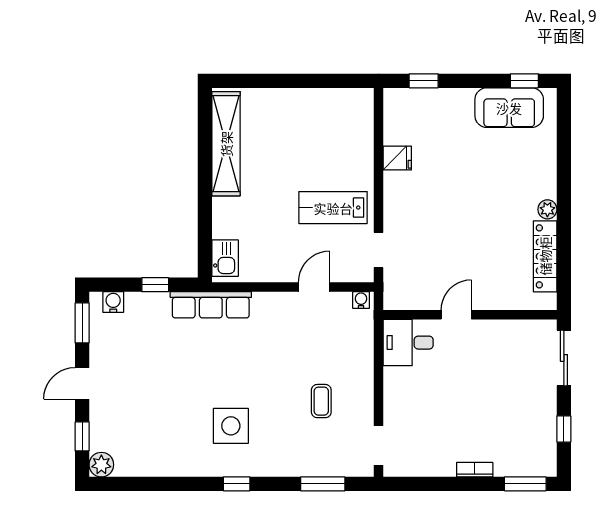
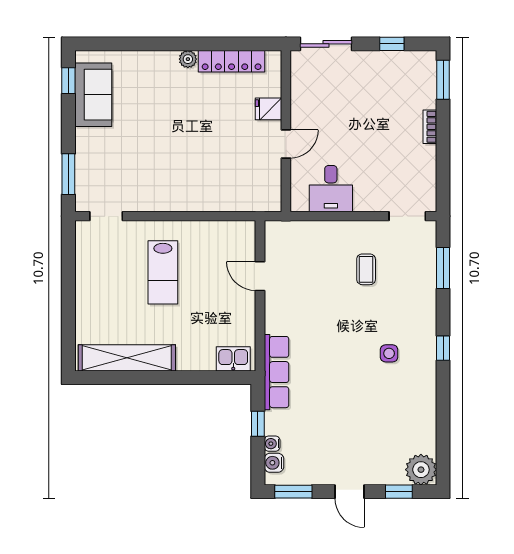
window: (424, 81) -> (68, 174), width x1.50
fridge: (397, 158) -> (268, 109), moved, turned -90
lab bench: (333, 208) -> (163, 272), moved
doorway: (379, 250) -> (106, 216), moved
water cooler: (361, 300) -> (272, 444), moved
door: (456, 315) -> (286, 144), swing flipped
desk: (408, 343) -> (331, 189), moved
coffee table: (321, 401) -> (366, 269), turned 90
side table: (231, 426) -> (389, 353), width x0.54, depth x0.54
plant: (101, 465) -> (421, 470), width x1.36, depth x1.36

